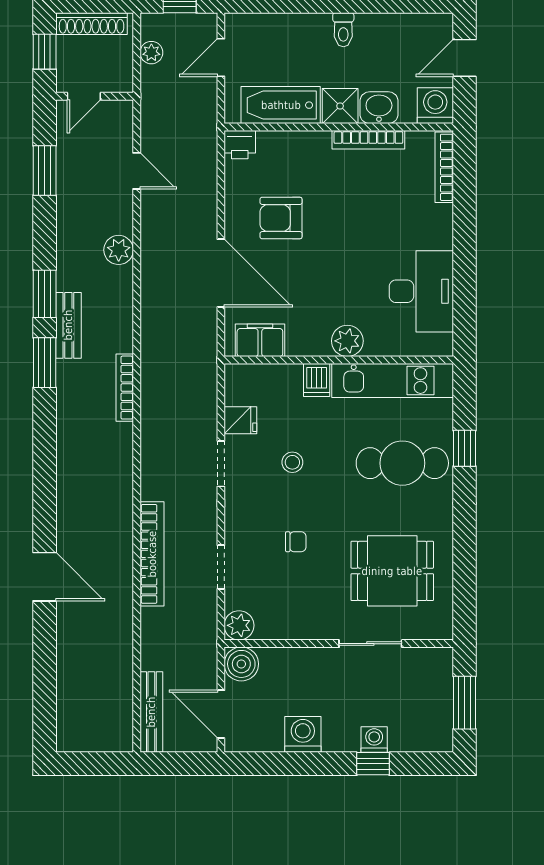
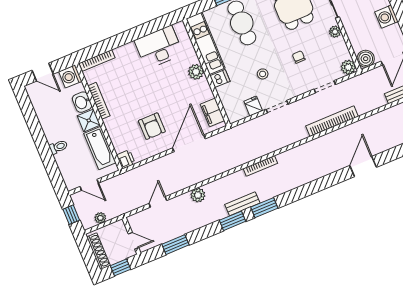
toilet: (343, 30) -> (58, 147), moved
plant: (315, 628) -> (335, 32), added

